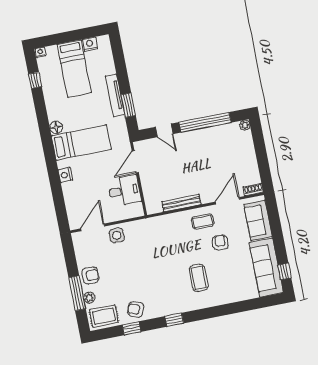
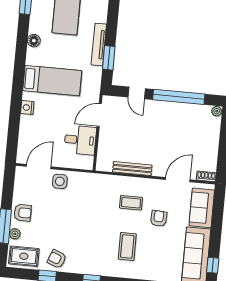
floor lamp: (56, 127) -> (34, 41), moved
coffee table: (203, 221) -> (131, 203), moved

